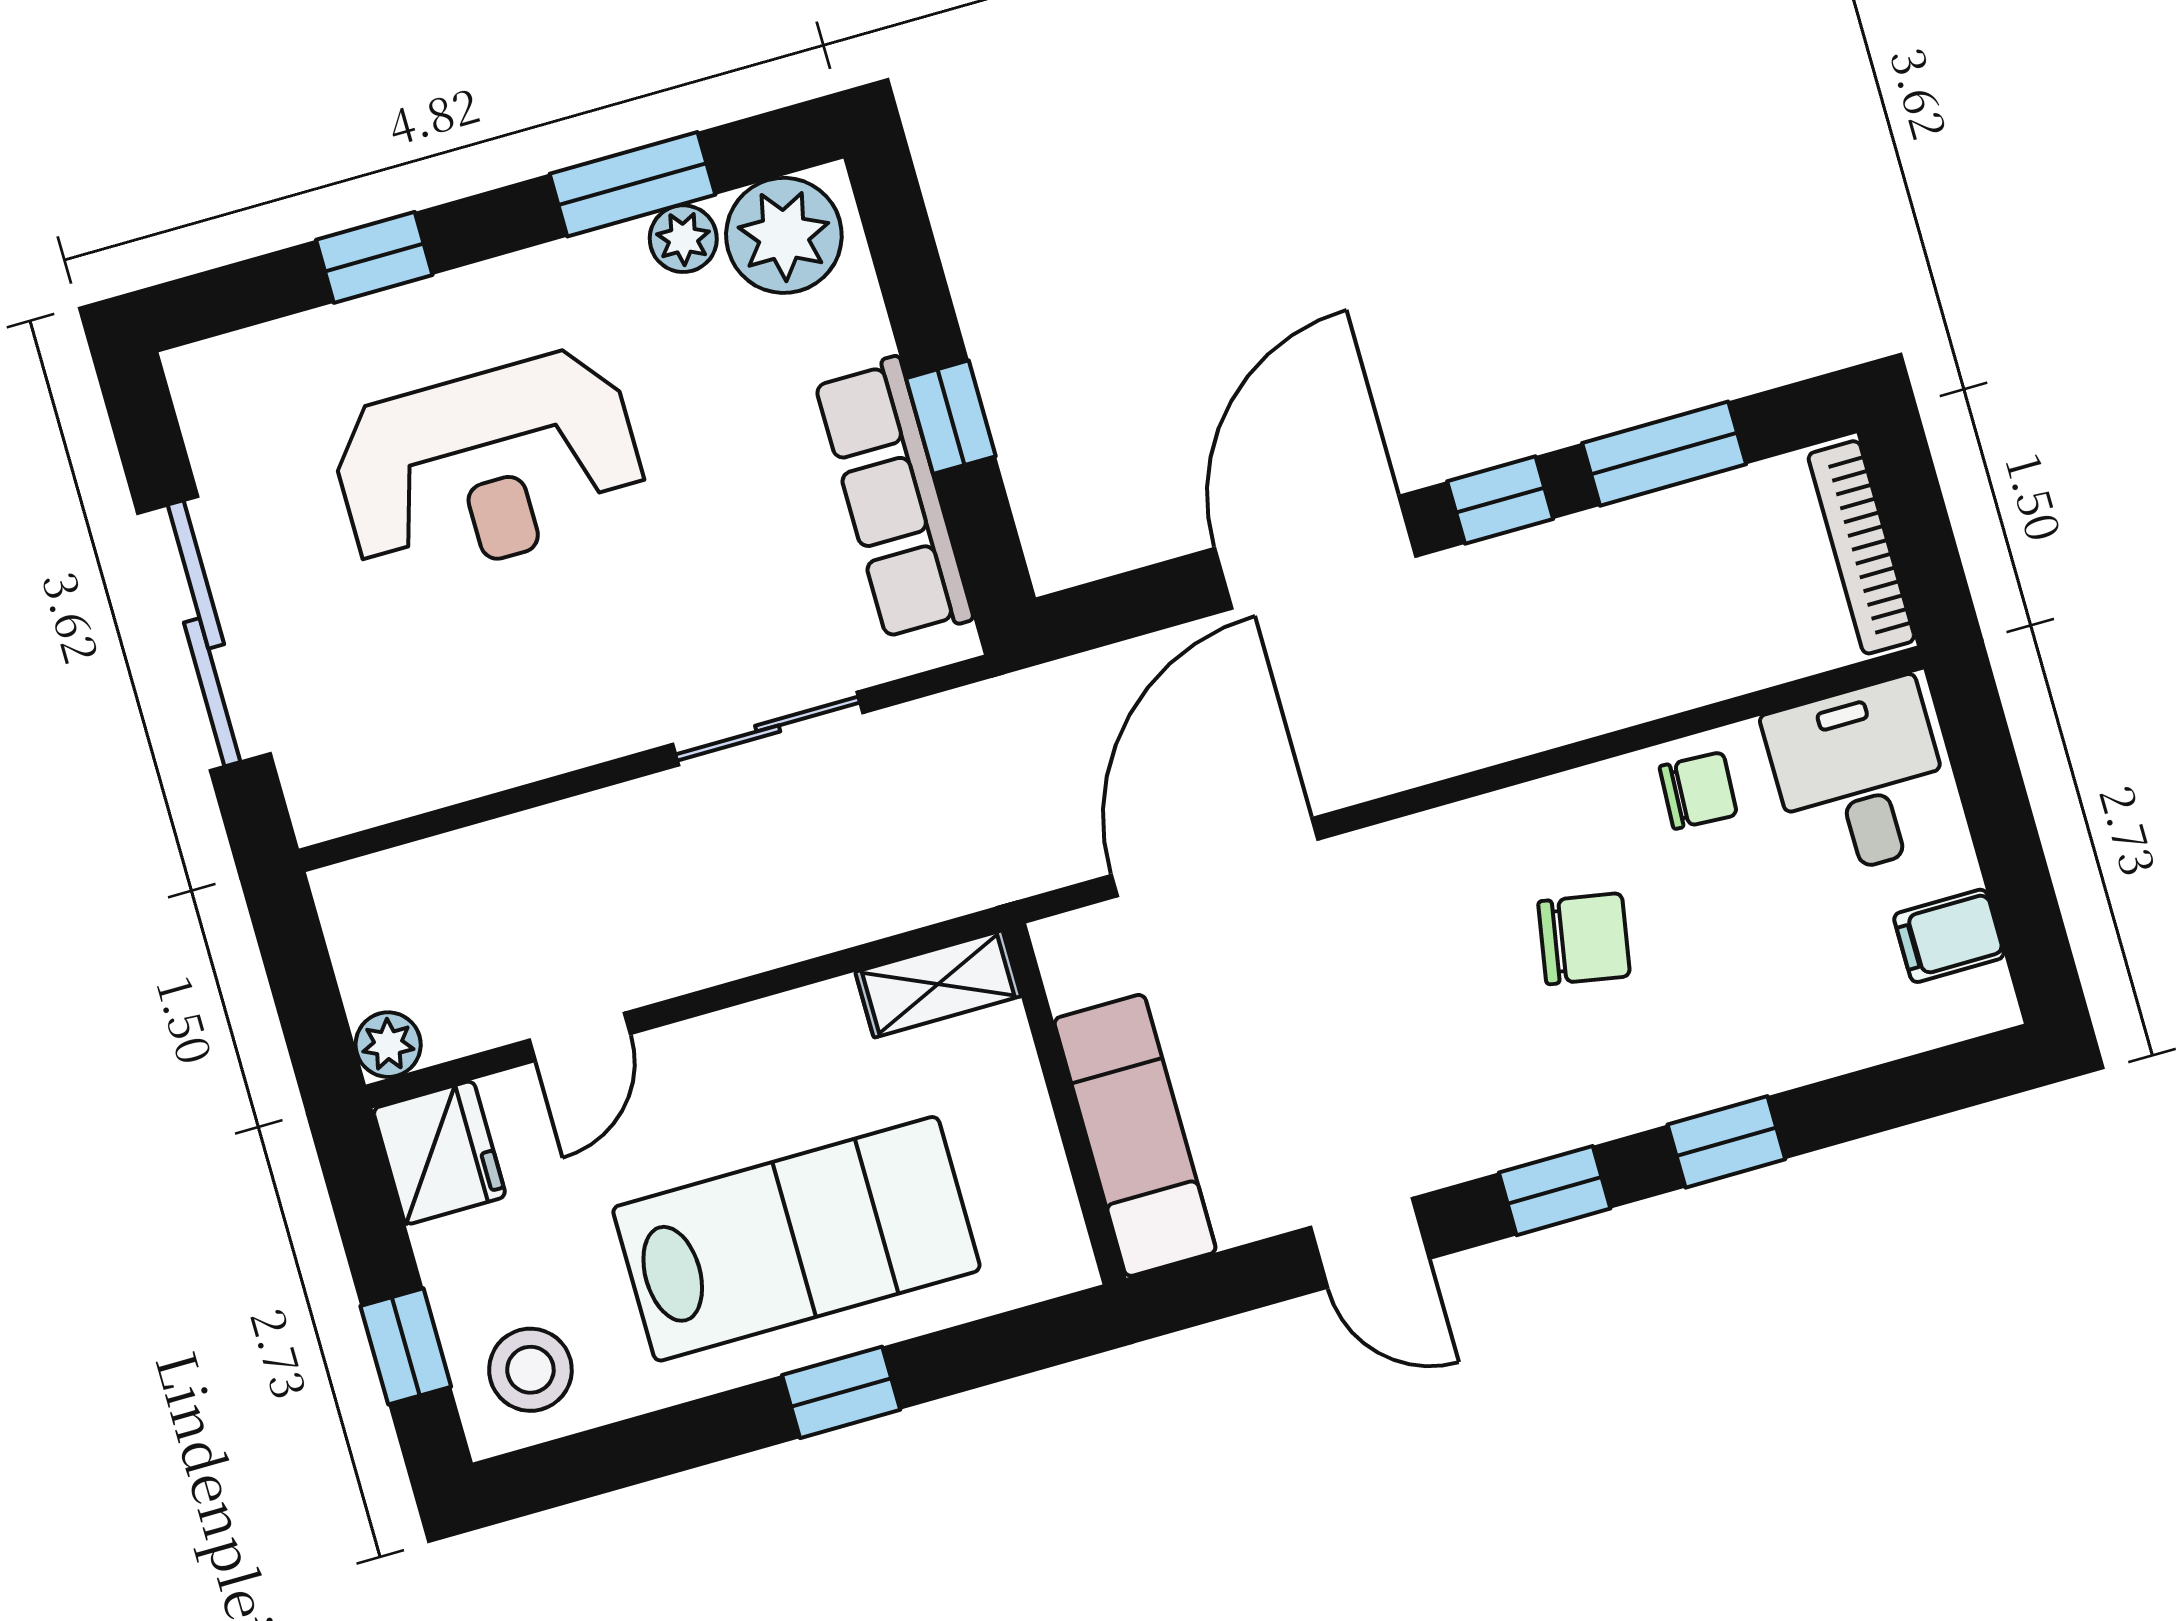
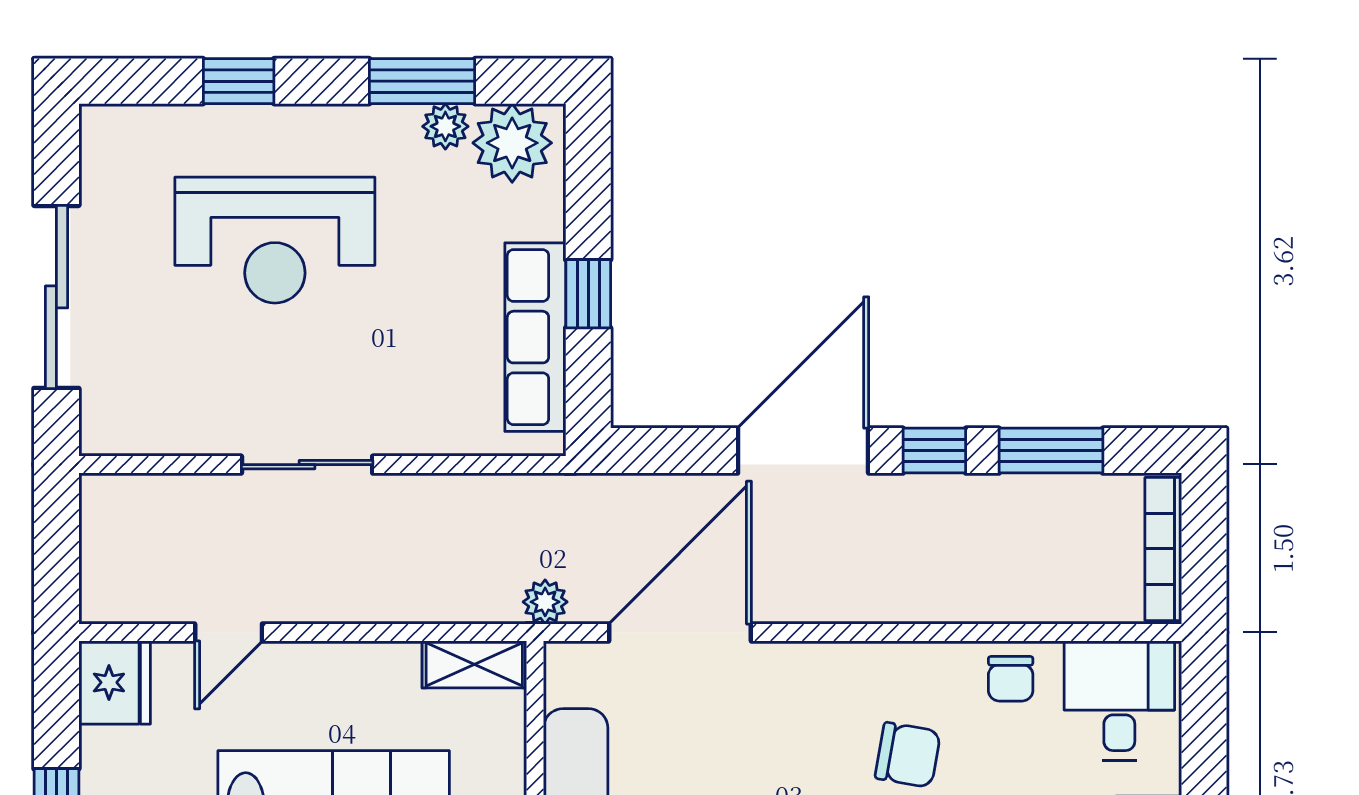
sliding door: (768, 729) -> (307, 465), moved
chair: (1698, 791) -> (1011, 679), turned 87
plant: (388, 1045) -> (545, 602), moved

